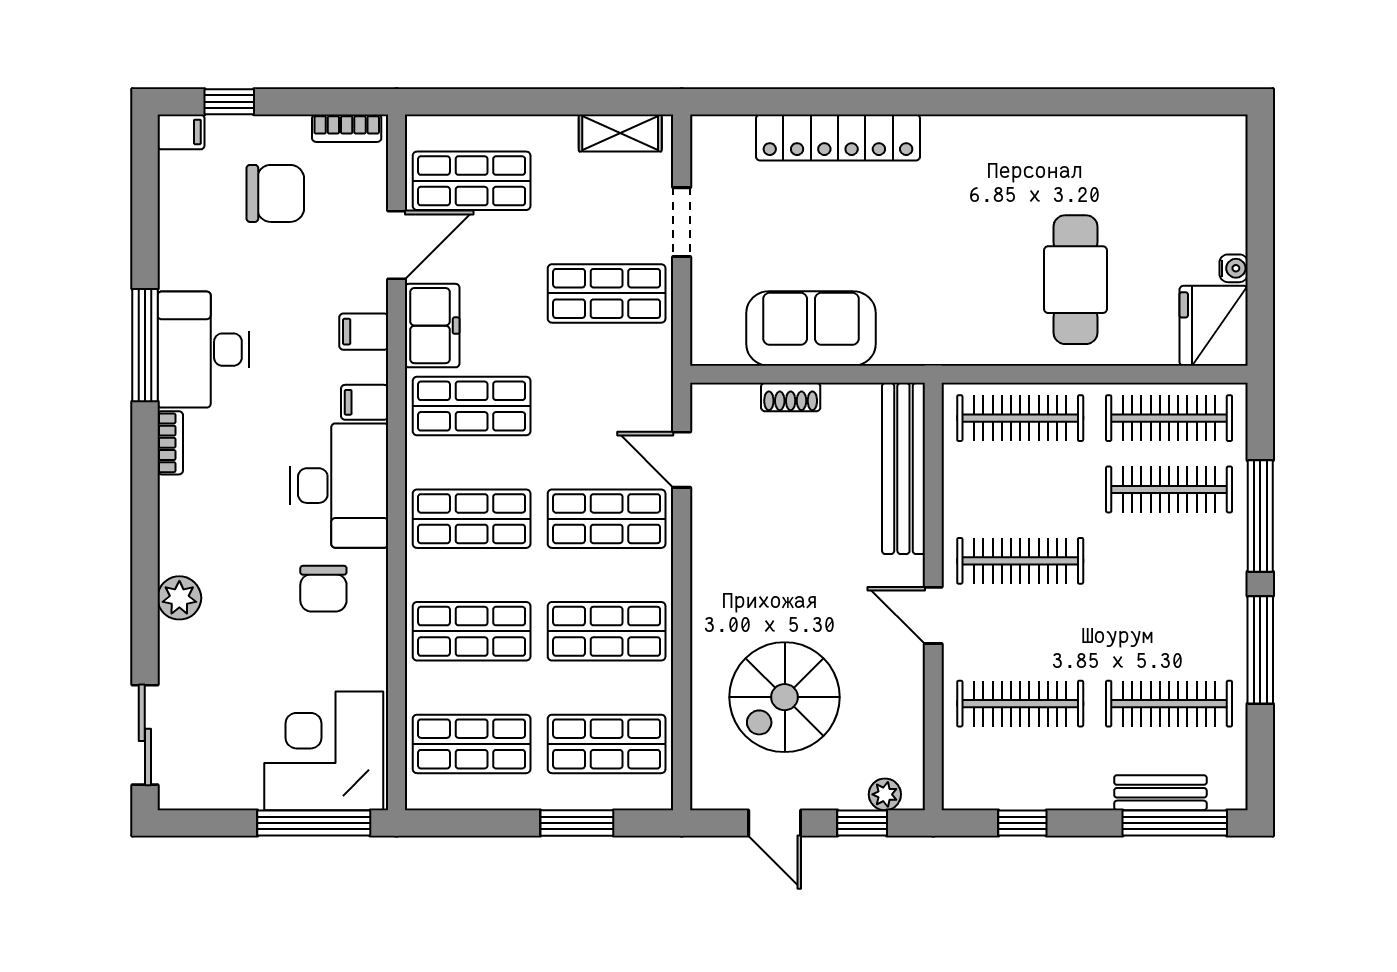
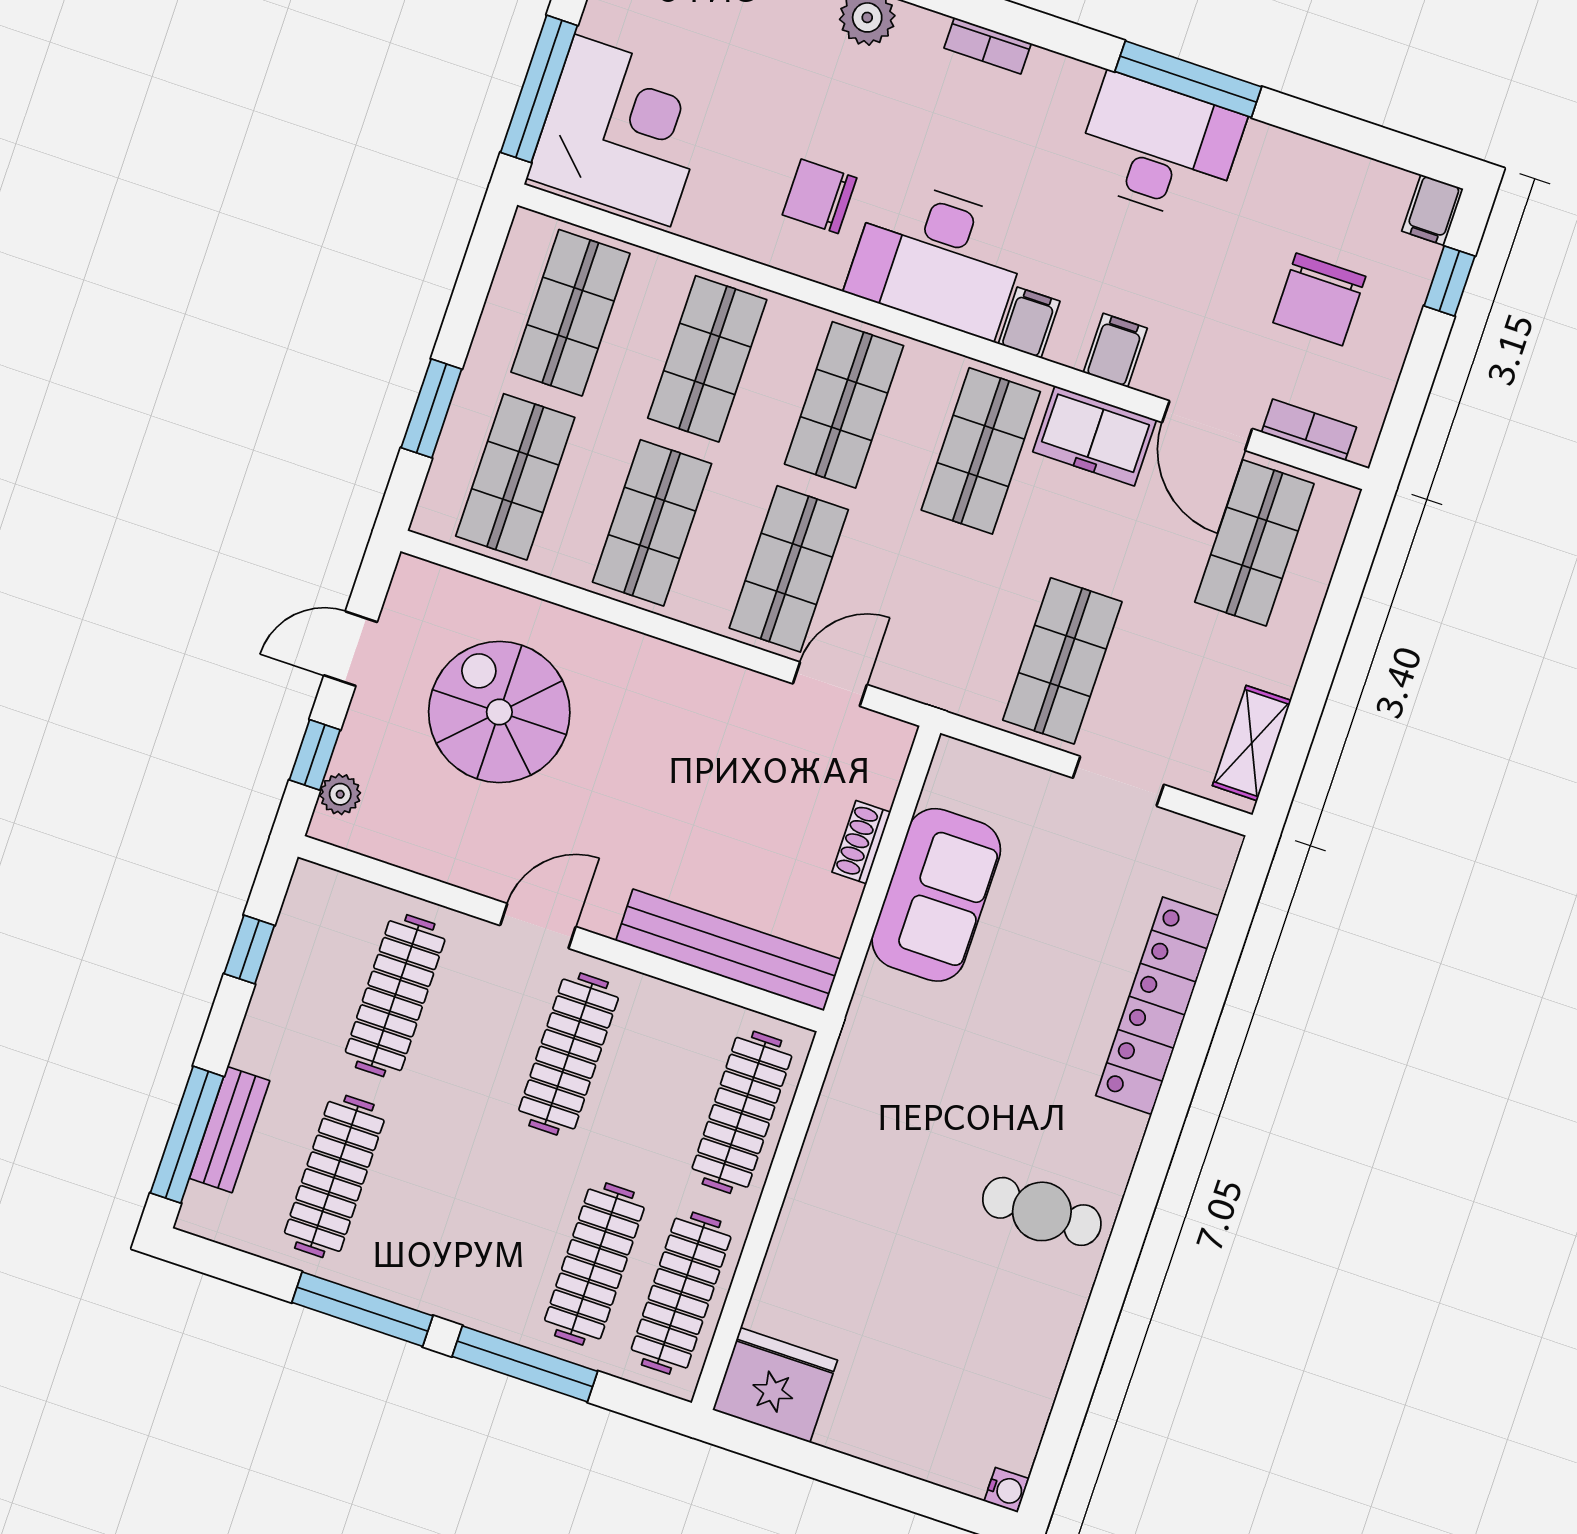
bookcase: (347, 128) -> (1309, 430), moved, turned 90
water cooler: (1234, 268) -> (1007, 1490), moved, turned -90
cafe table: (1075, 280) -> (1042, 1211), moved, width x0.73, depth x0.74
bookcase: (170, 443) -> (988, 46), moved

